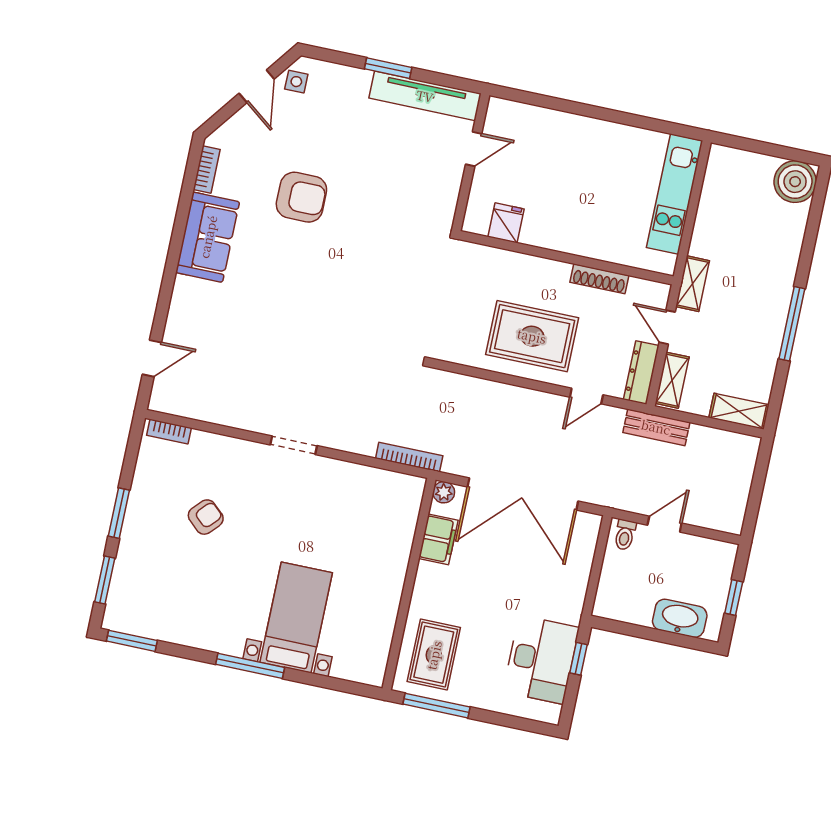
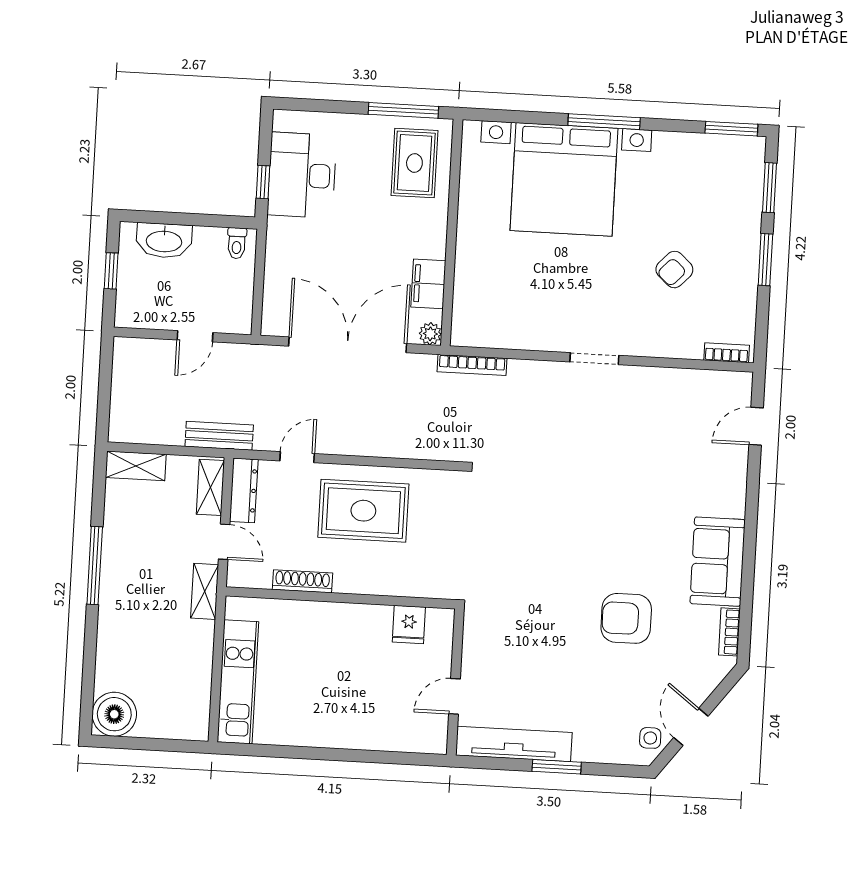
toilet: (625, 535) -> (237, 243), moved, turned 180
bed with nightstands: (296, 618) -> (564, 179), width x1.85

